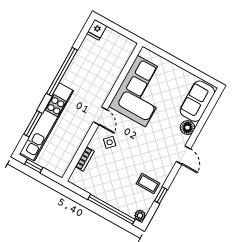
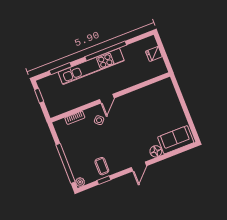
fridge: (97, 30) -> (154, 54), moved
corner sofa: (141, 91) -> (146, 104), removed
kitchen unit: (47, 122) -> (91, 66), moved

